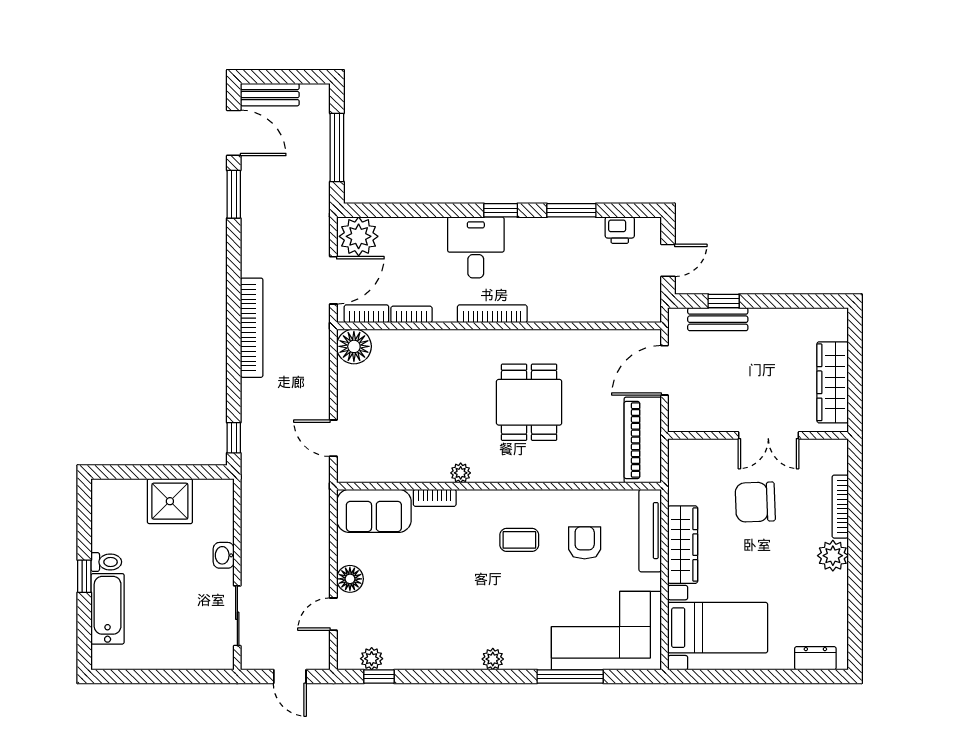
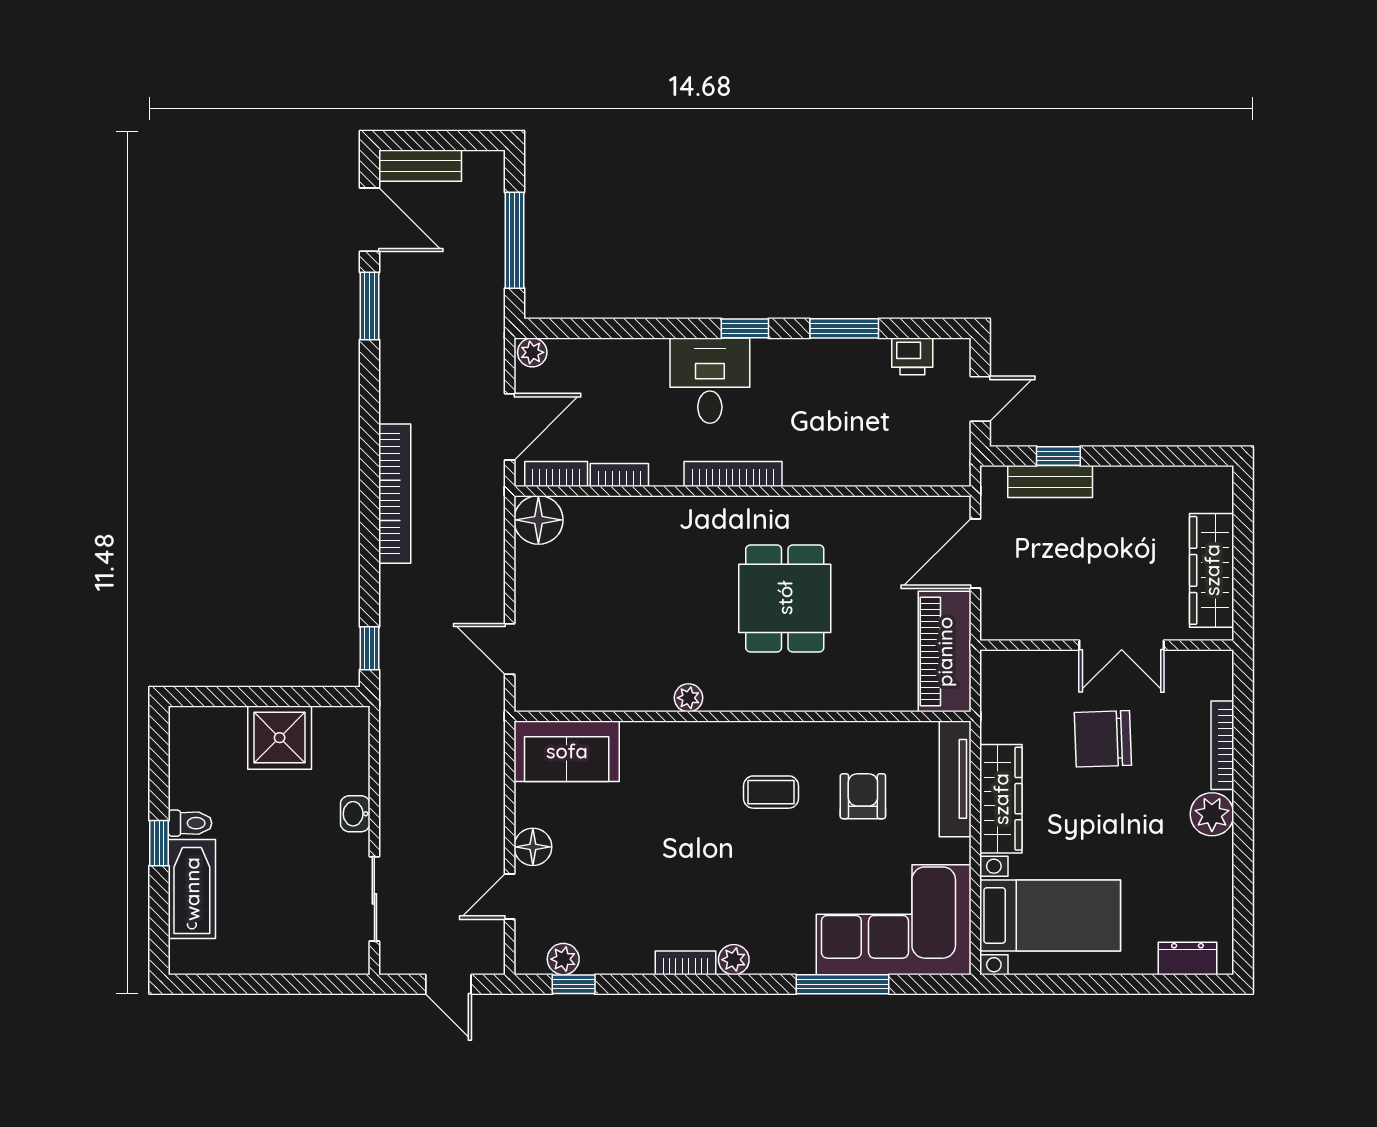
plant: (359, 236) -> (532, 352), width x0.53, depth x0.53
bookcase: (435, 498) -> (685, 963), moved, turned 180

